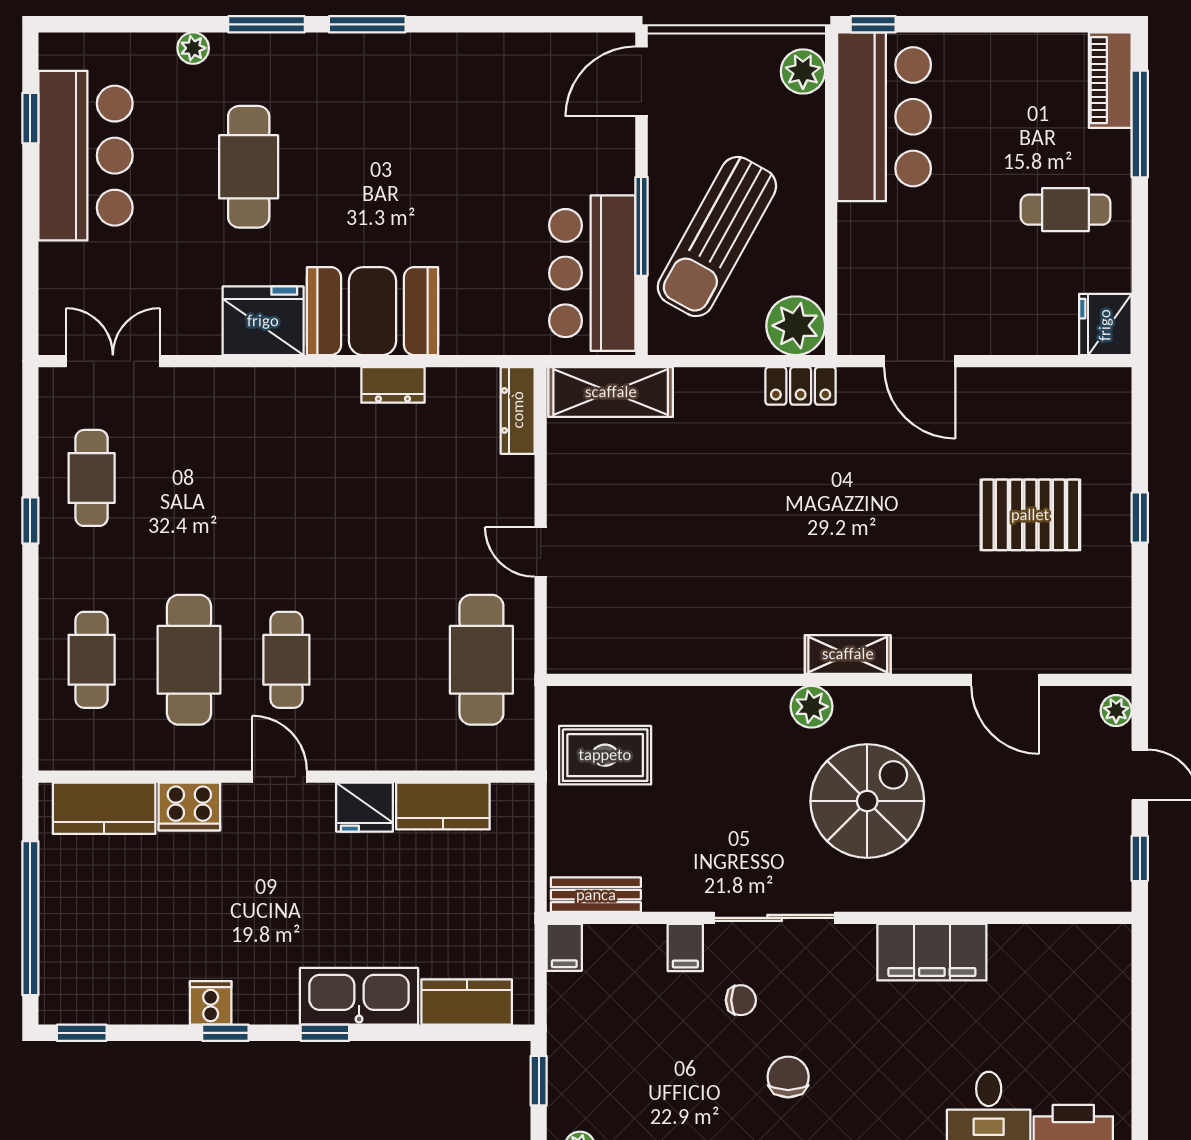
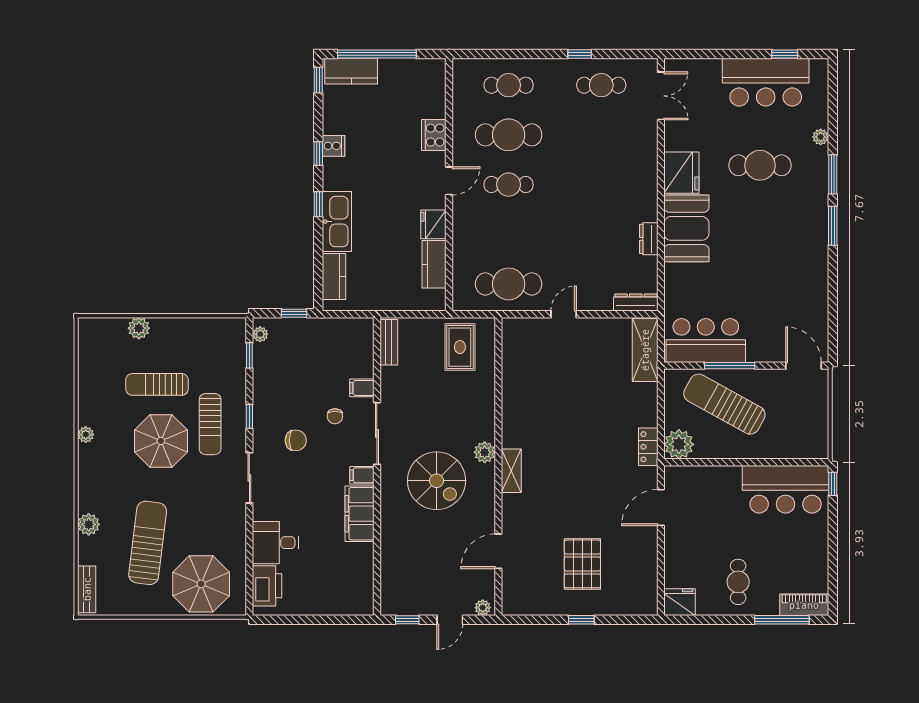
plant: (803, 71) -> (809, 448), removed
kitchen counter: (104, 808) -> (351, 71), moved, turned -90
filing cabinet: (564, 947) -> (362, 475), moved

